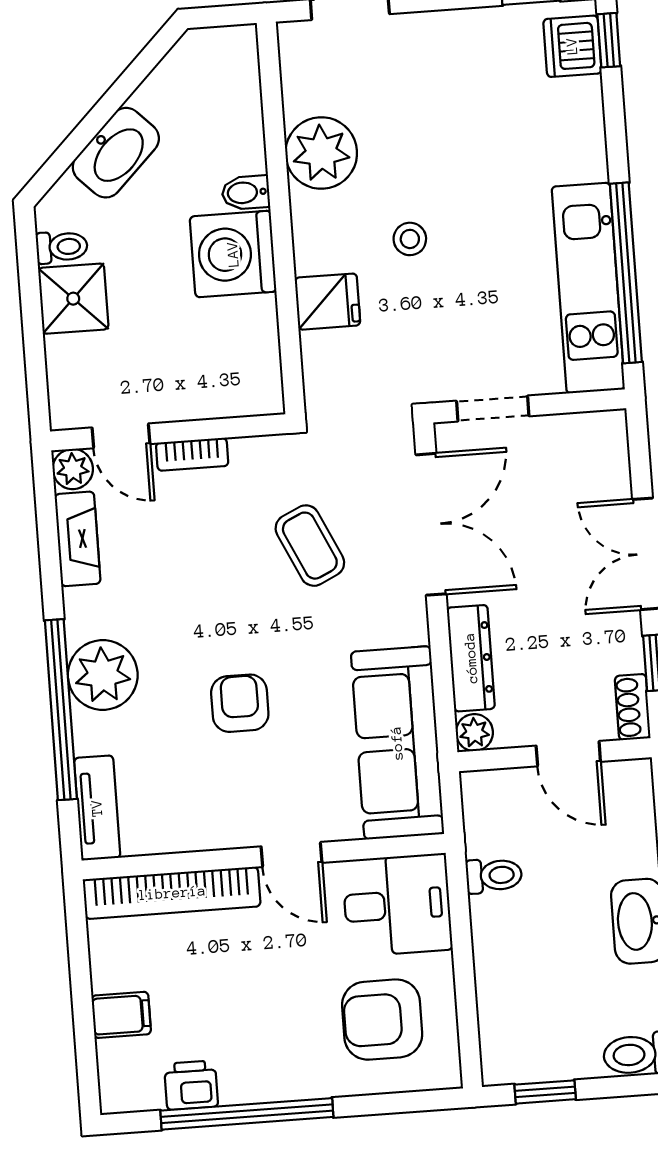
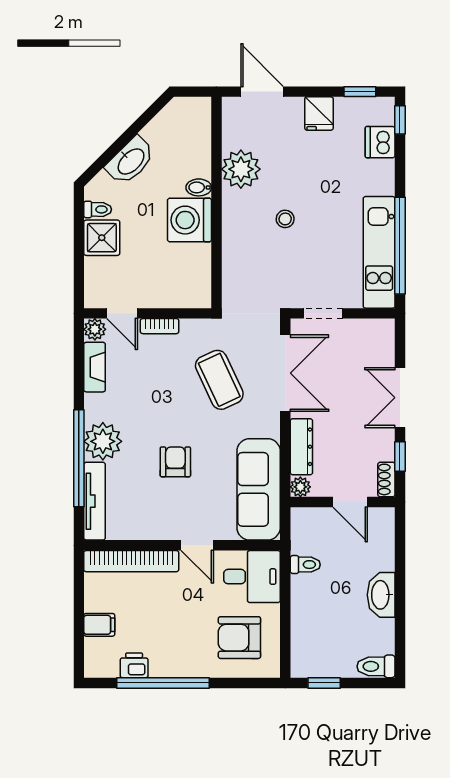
dishwasher: (572, 46) -> (380, 142), moved
fridge: (327, 302) -> (319, 114), moved, turned 90
coffee table: (310, 546) -> (219, 380), width x1.36, depth x1.30
tv unit: (97, 808) -> (95, 501), width x1.41

